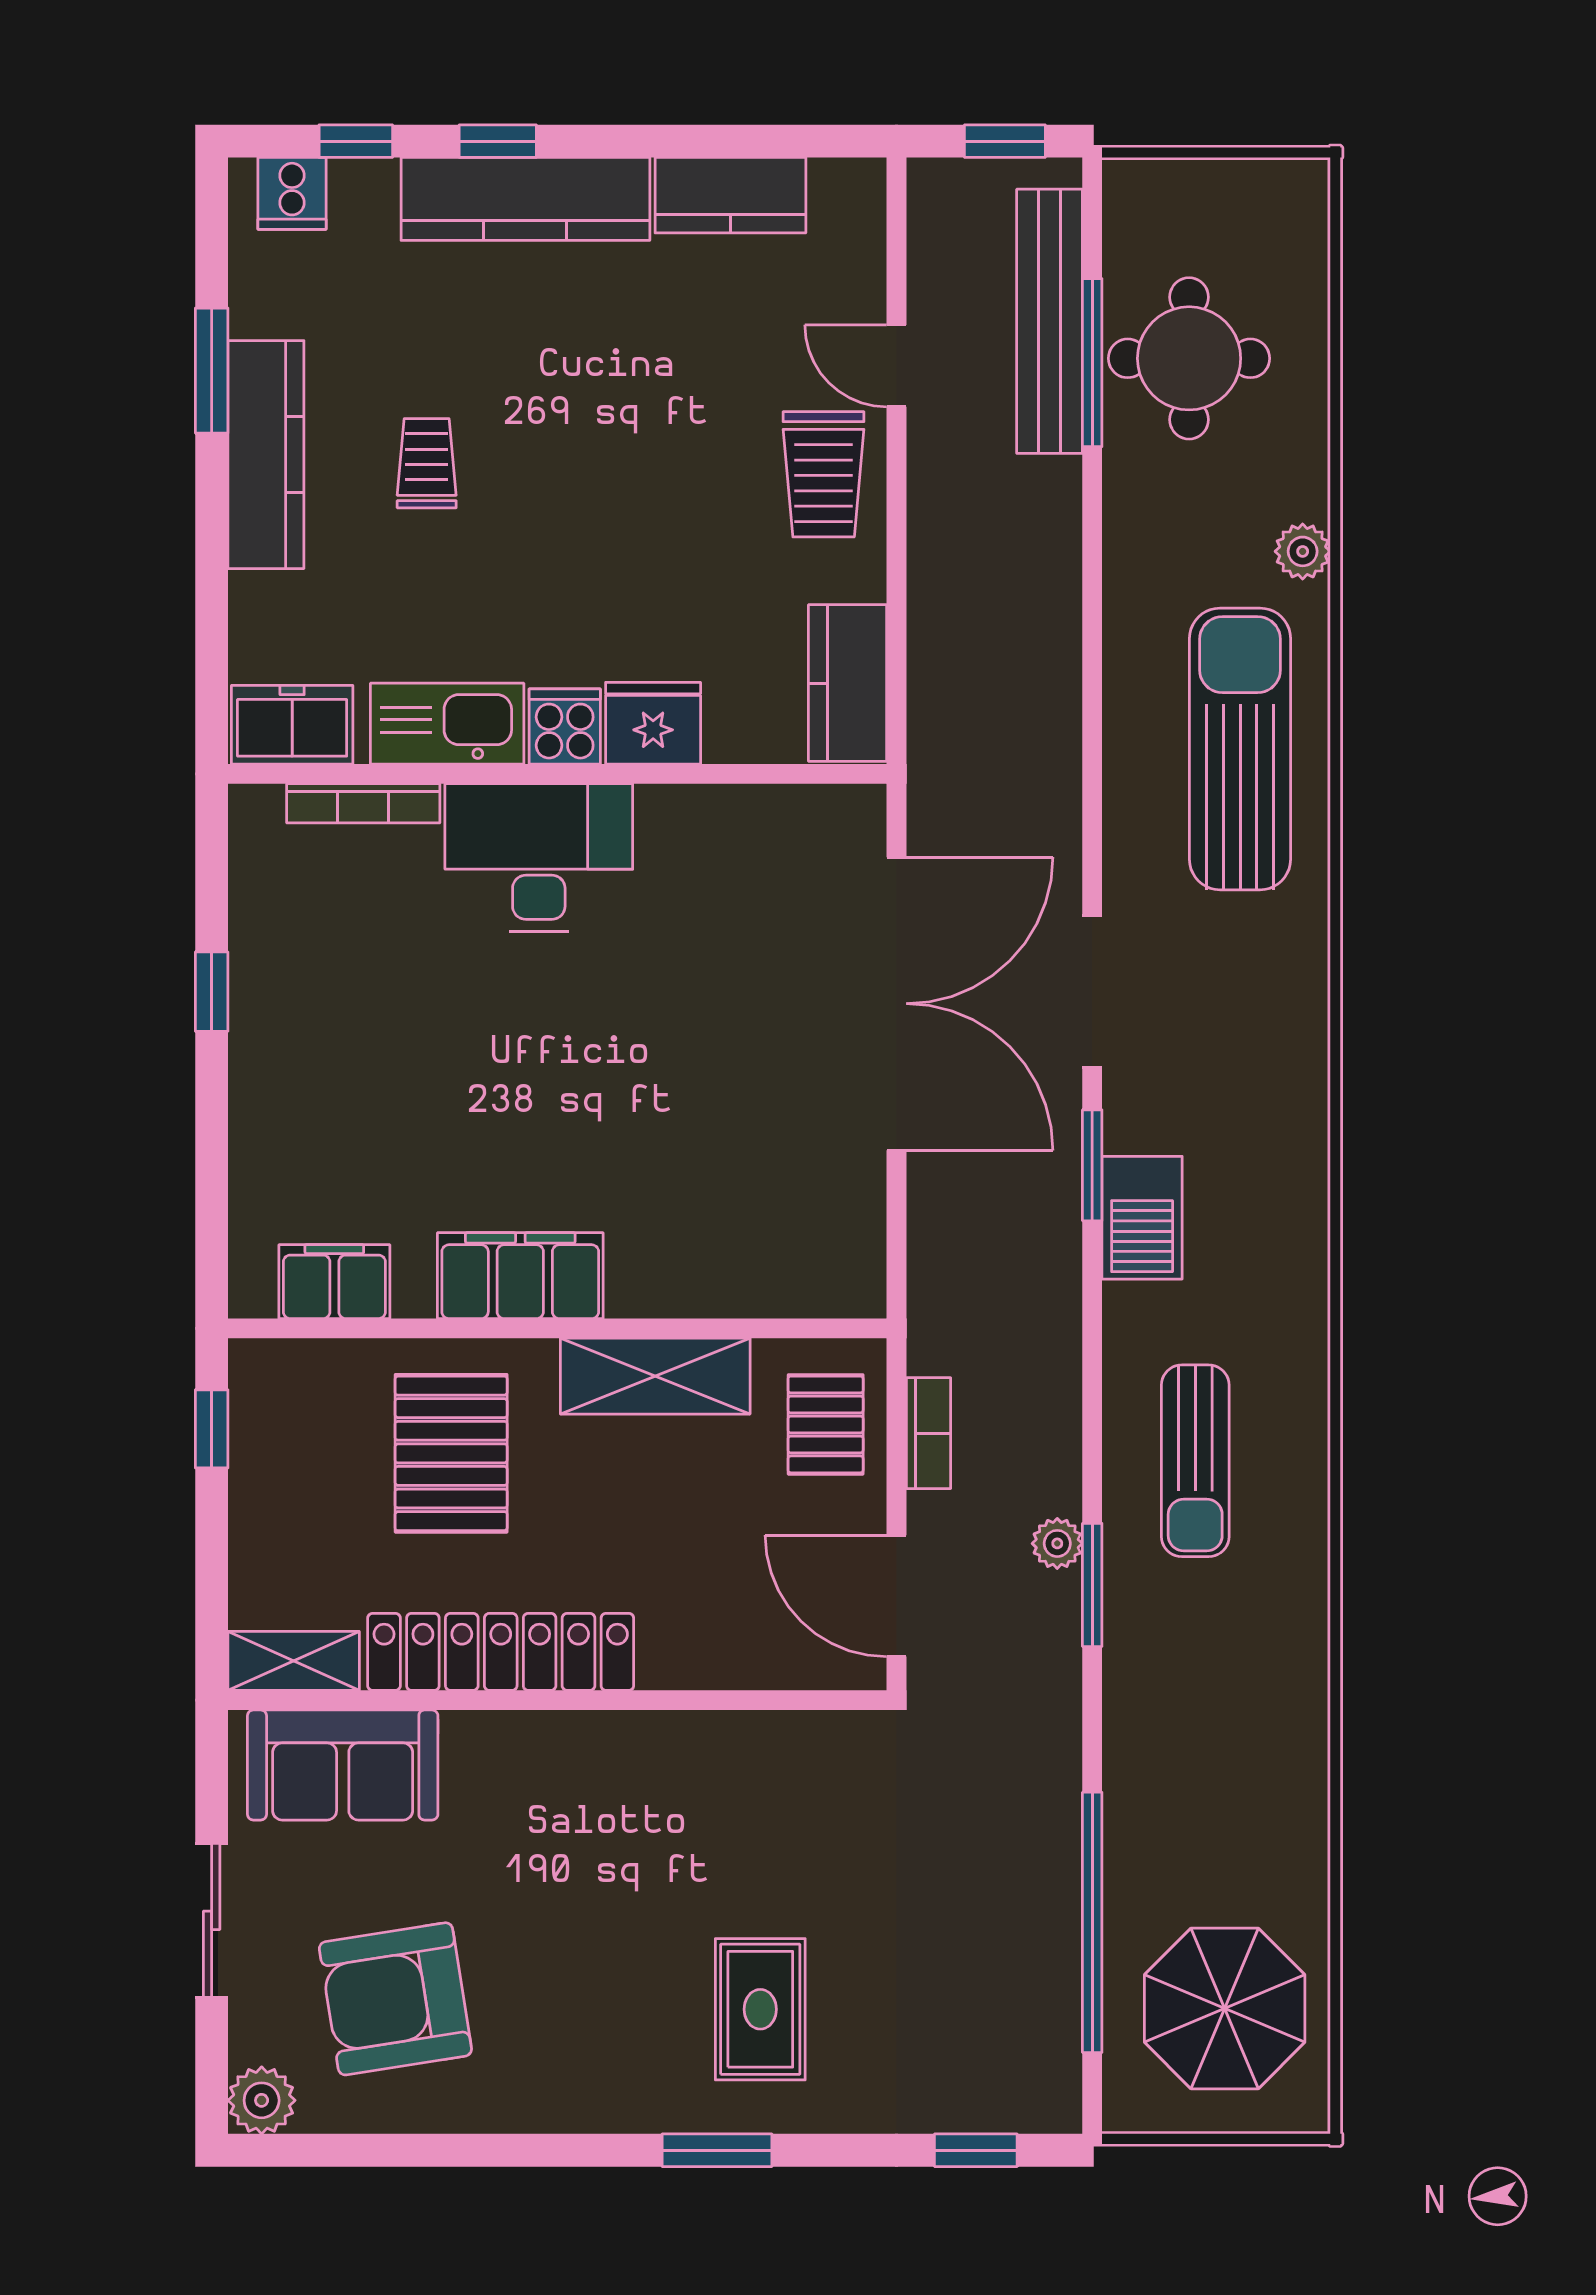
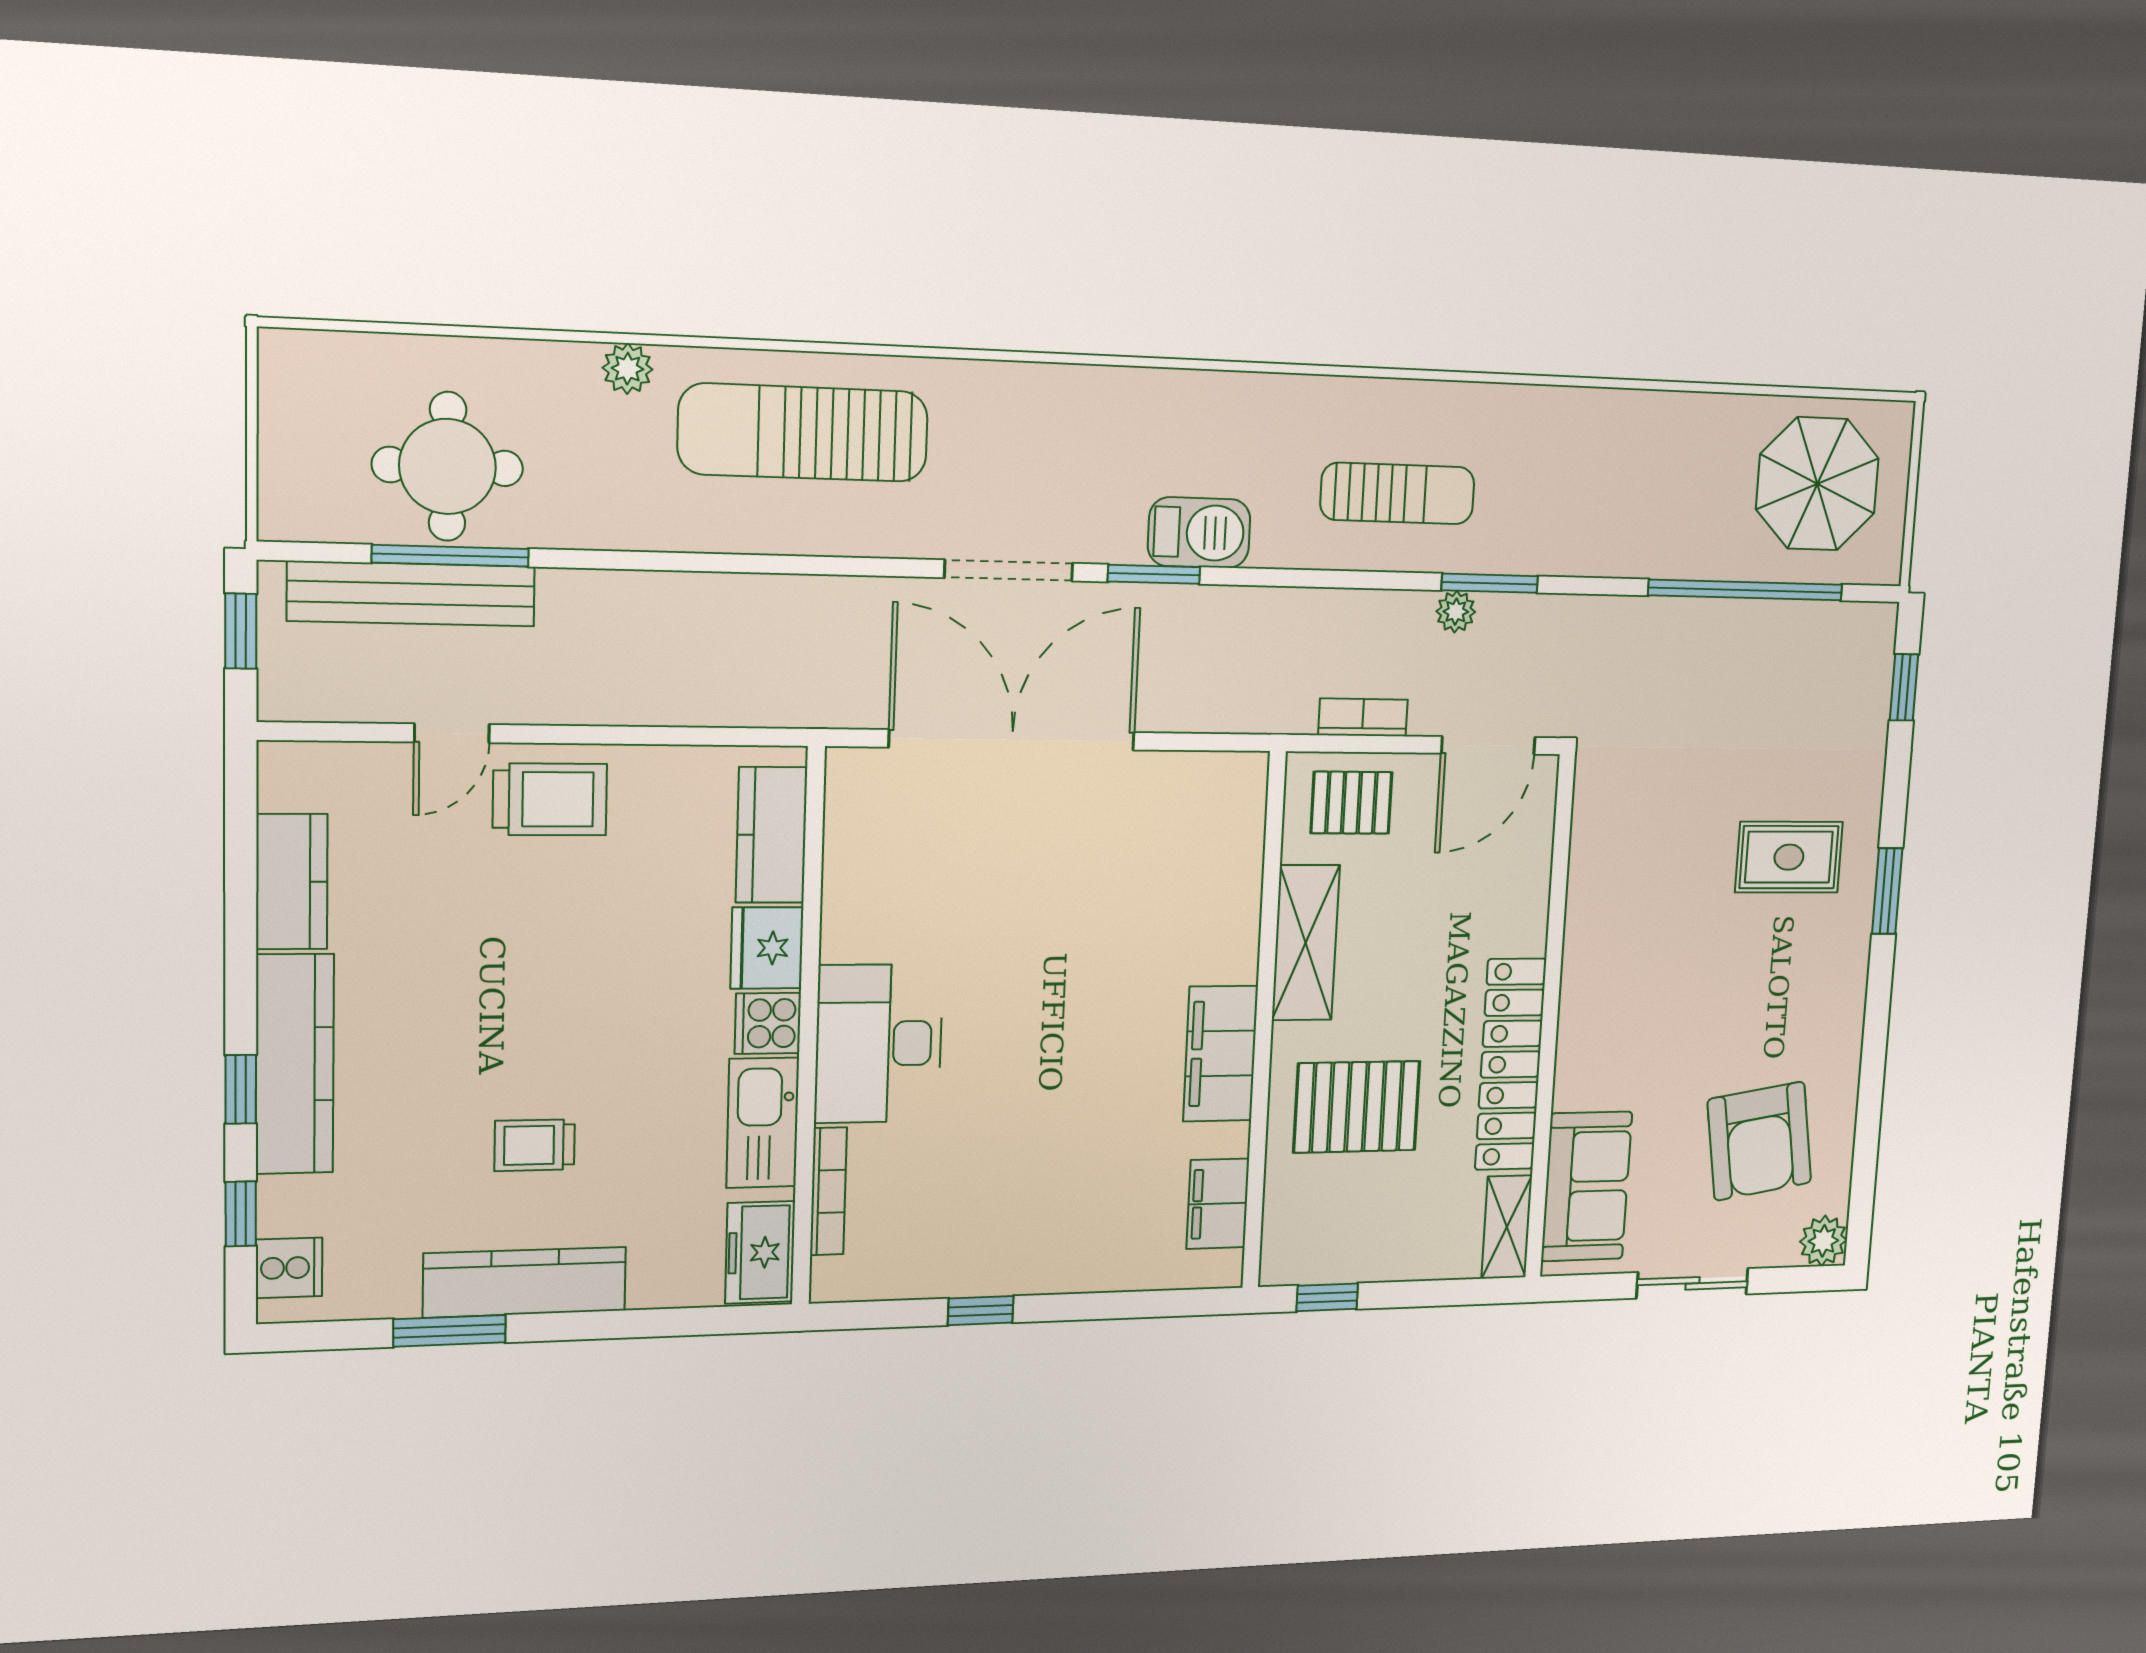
kitchen counter: (848, 683) -> (771, 835), moved, turned 90

